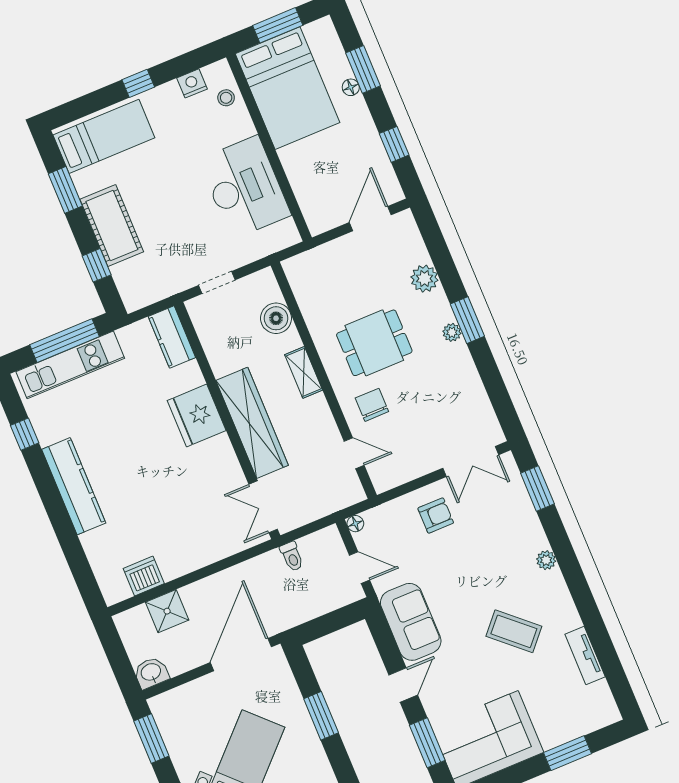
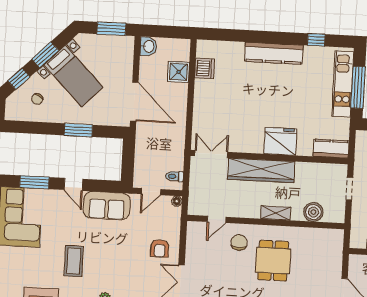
chair: (372, 405) -> (239, 242), turned -90
toilet: (292, 556) -> (175, 176), moved
coffee table: (514, 631) -> (74, 261), turned -42

